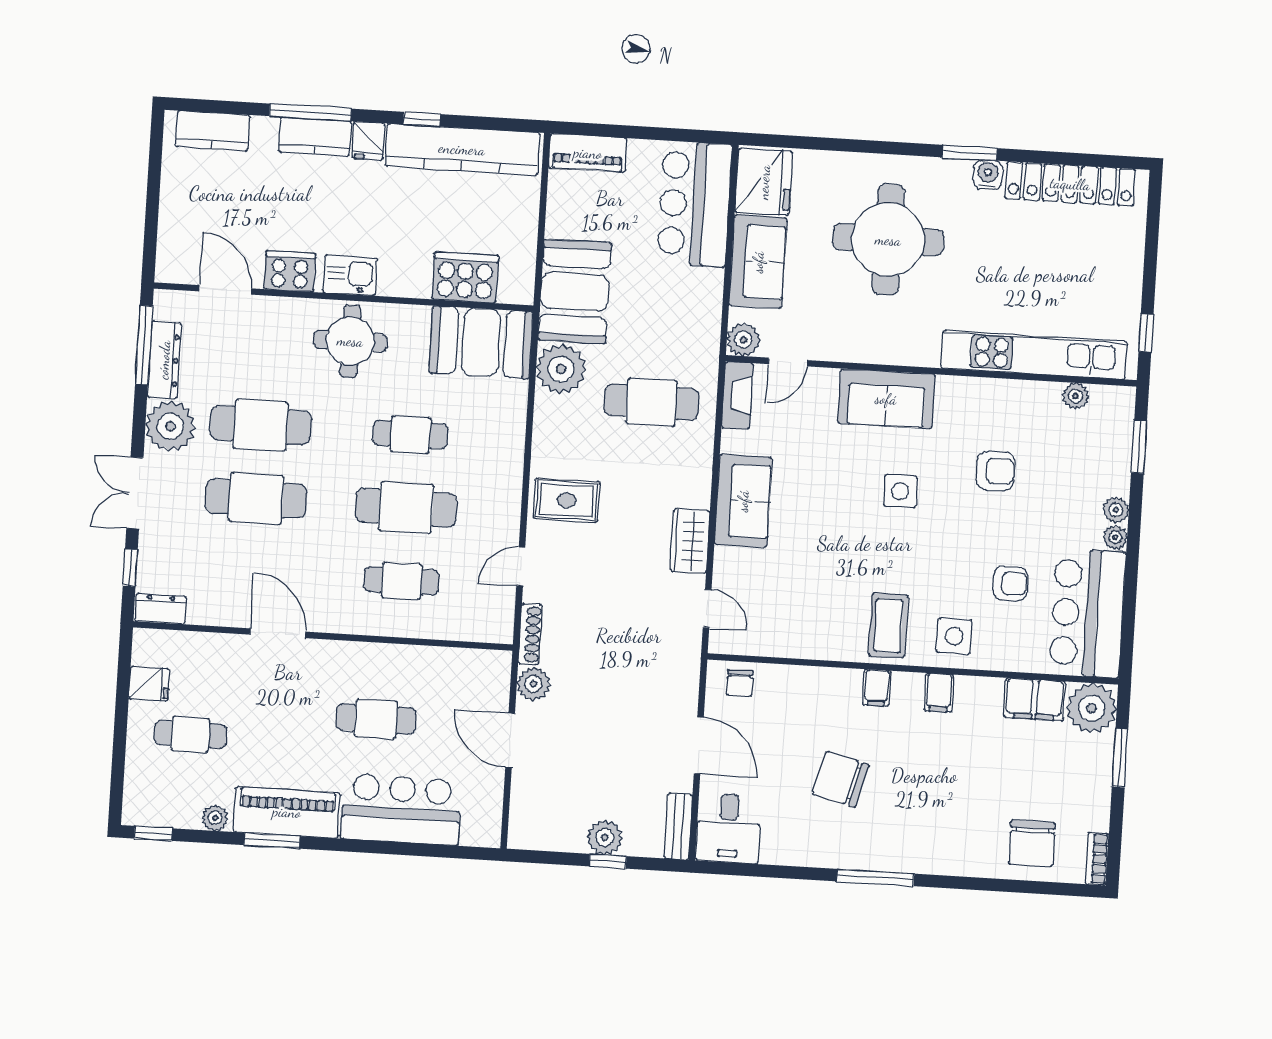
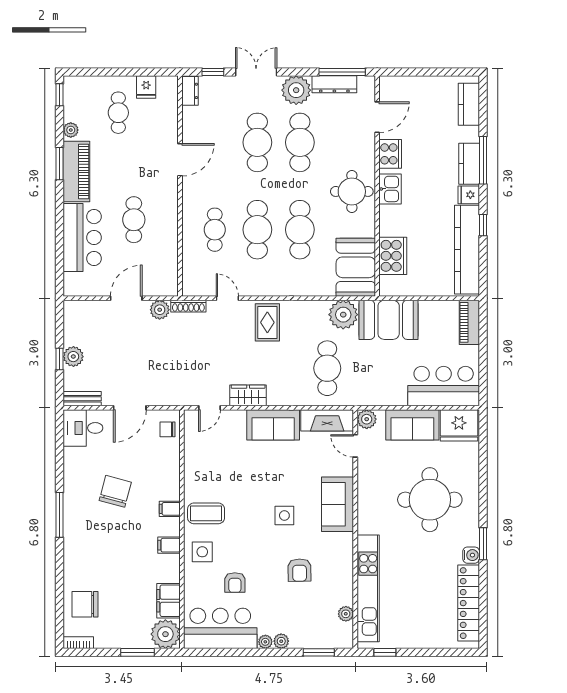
fireplace: (738, 395) -> (327, 420), width x1.37, depth x1.32
cafe table: (410, 435) -> (300, 230), width x1.37, depth x1.35

